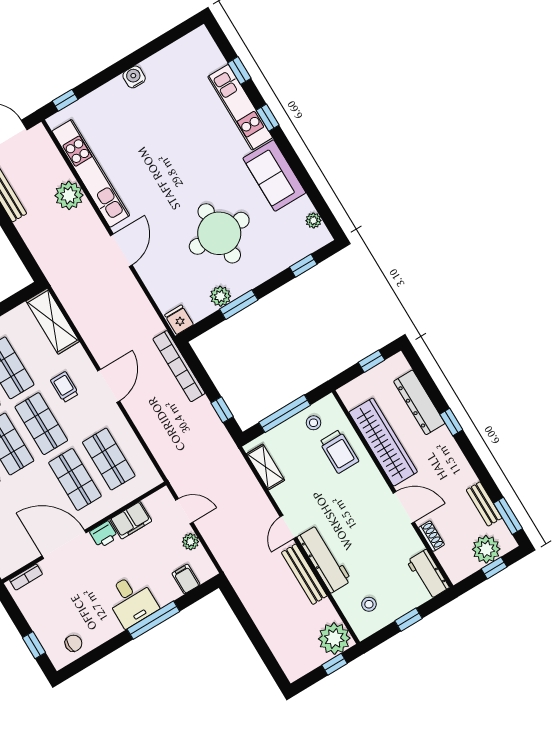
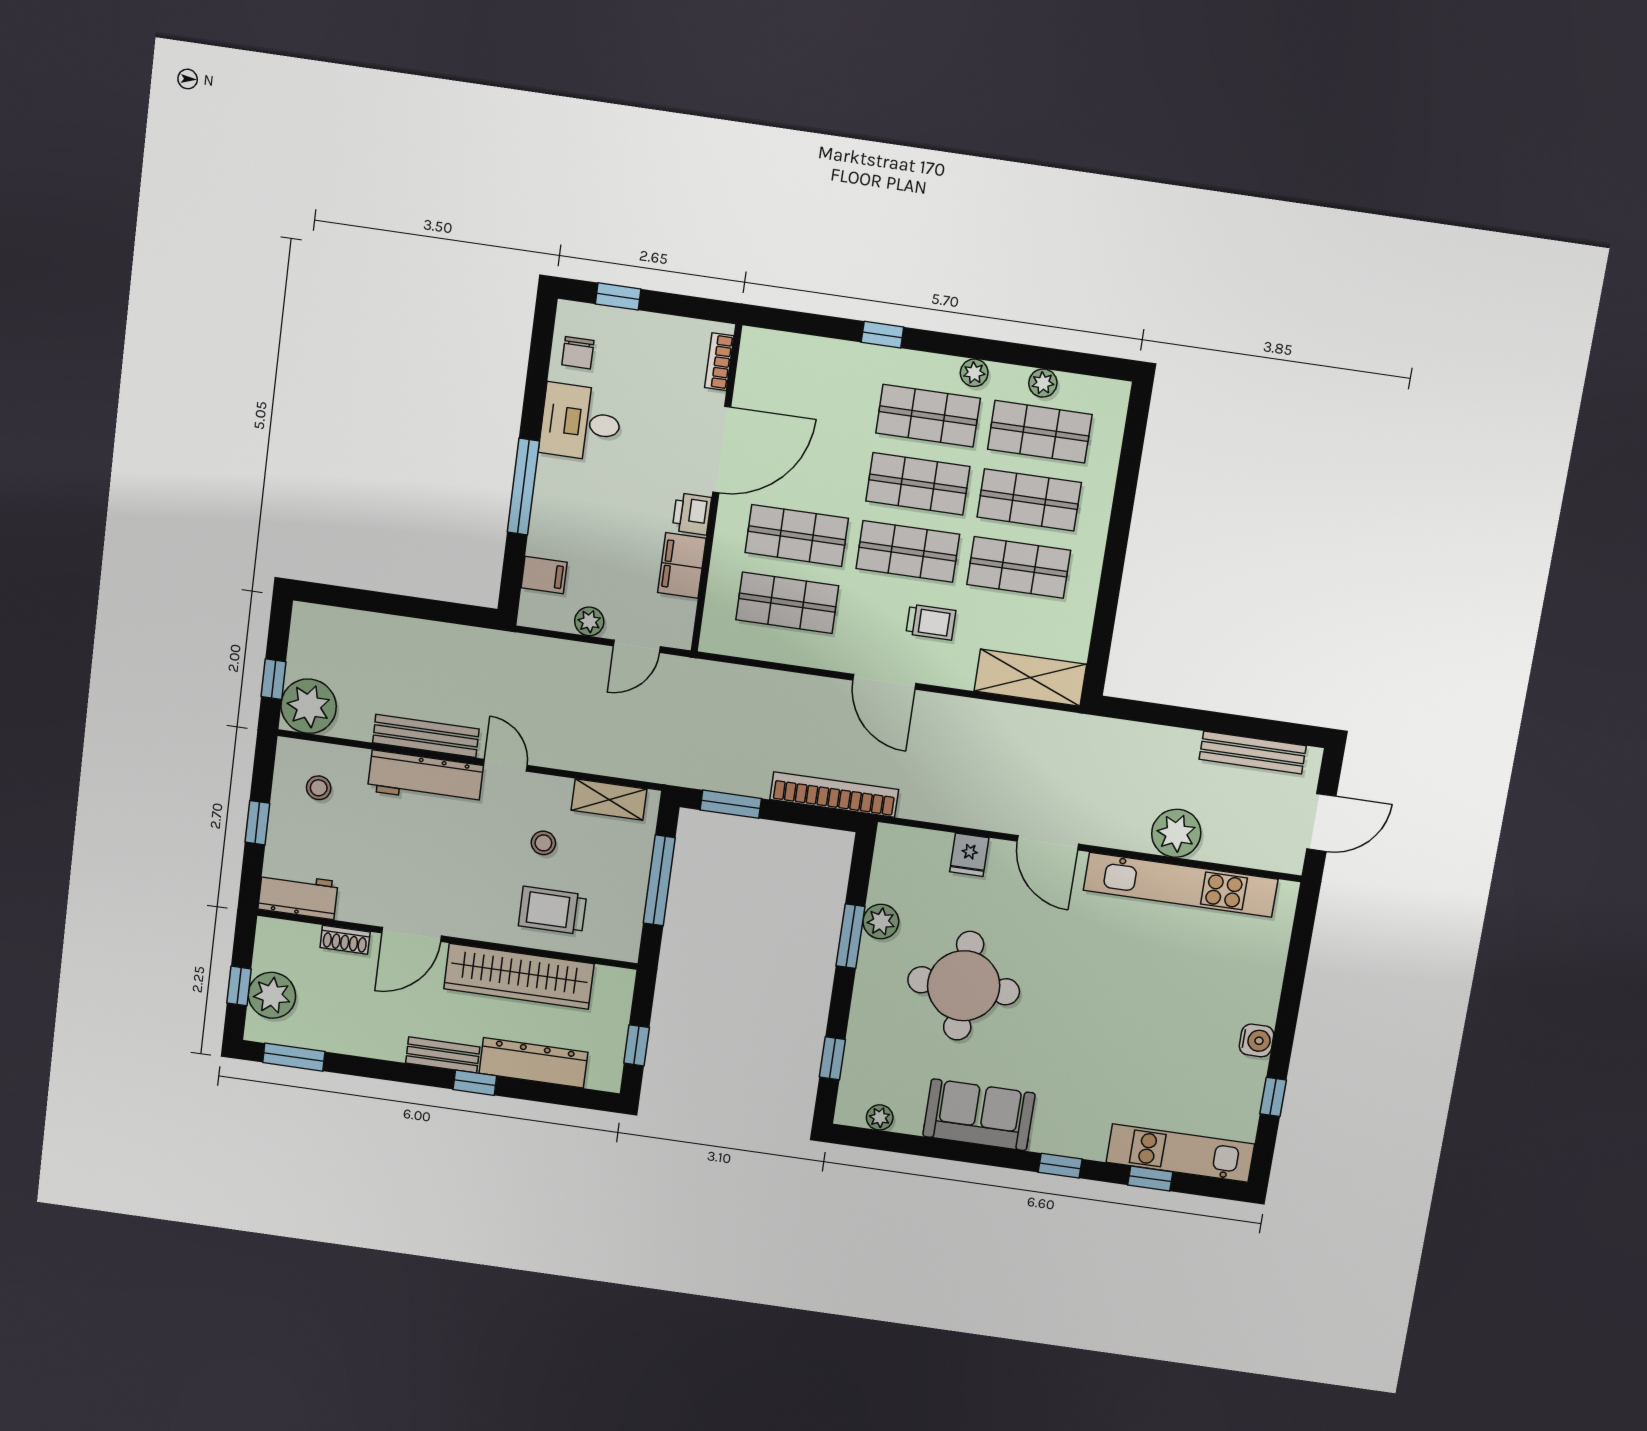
window: (65, 100) -> (1273, 1097), moved
kitchen unit: (240, 107) -> (1180, 1153), moved
fridge: (179, 320) -> (969, 855), moved, turned 90
window: (222, 410) -> (731, 804), width x1.50
stool: (313, 423) -> (543, 843), moved
bench: (484, 504) -> (443, 1055), moved
desk: (131, 600) -> (581, 422), moved

